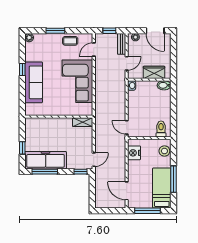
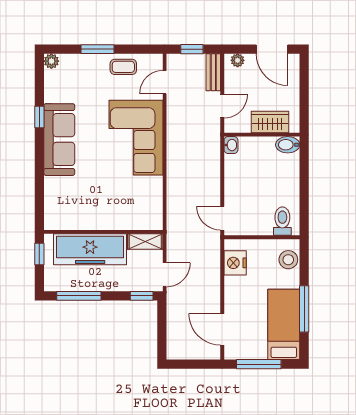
wall: (59, 117) -> (103, 232), moved
shelving: (83, 122) -> (145, 242), moved
freezer: (46, 160) -> (90, 249), moved, turned 180

